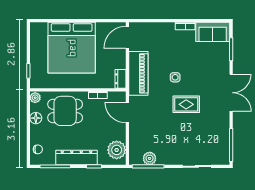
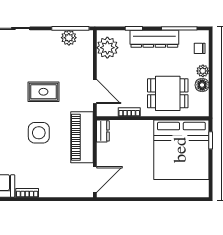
bed: (72, 48) -> (181, 150), moved, turned 180
side table: (175, 77) -> (39, 133), width x1.87, depth x1.87
plant: (35, 98) -> (203, 71), moved
rug: (186, 104) -> (43, 92), moved

